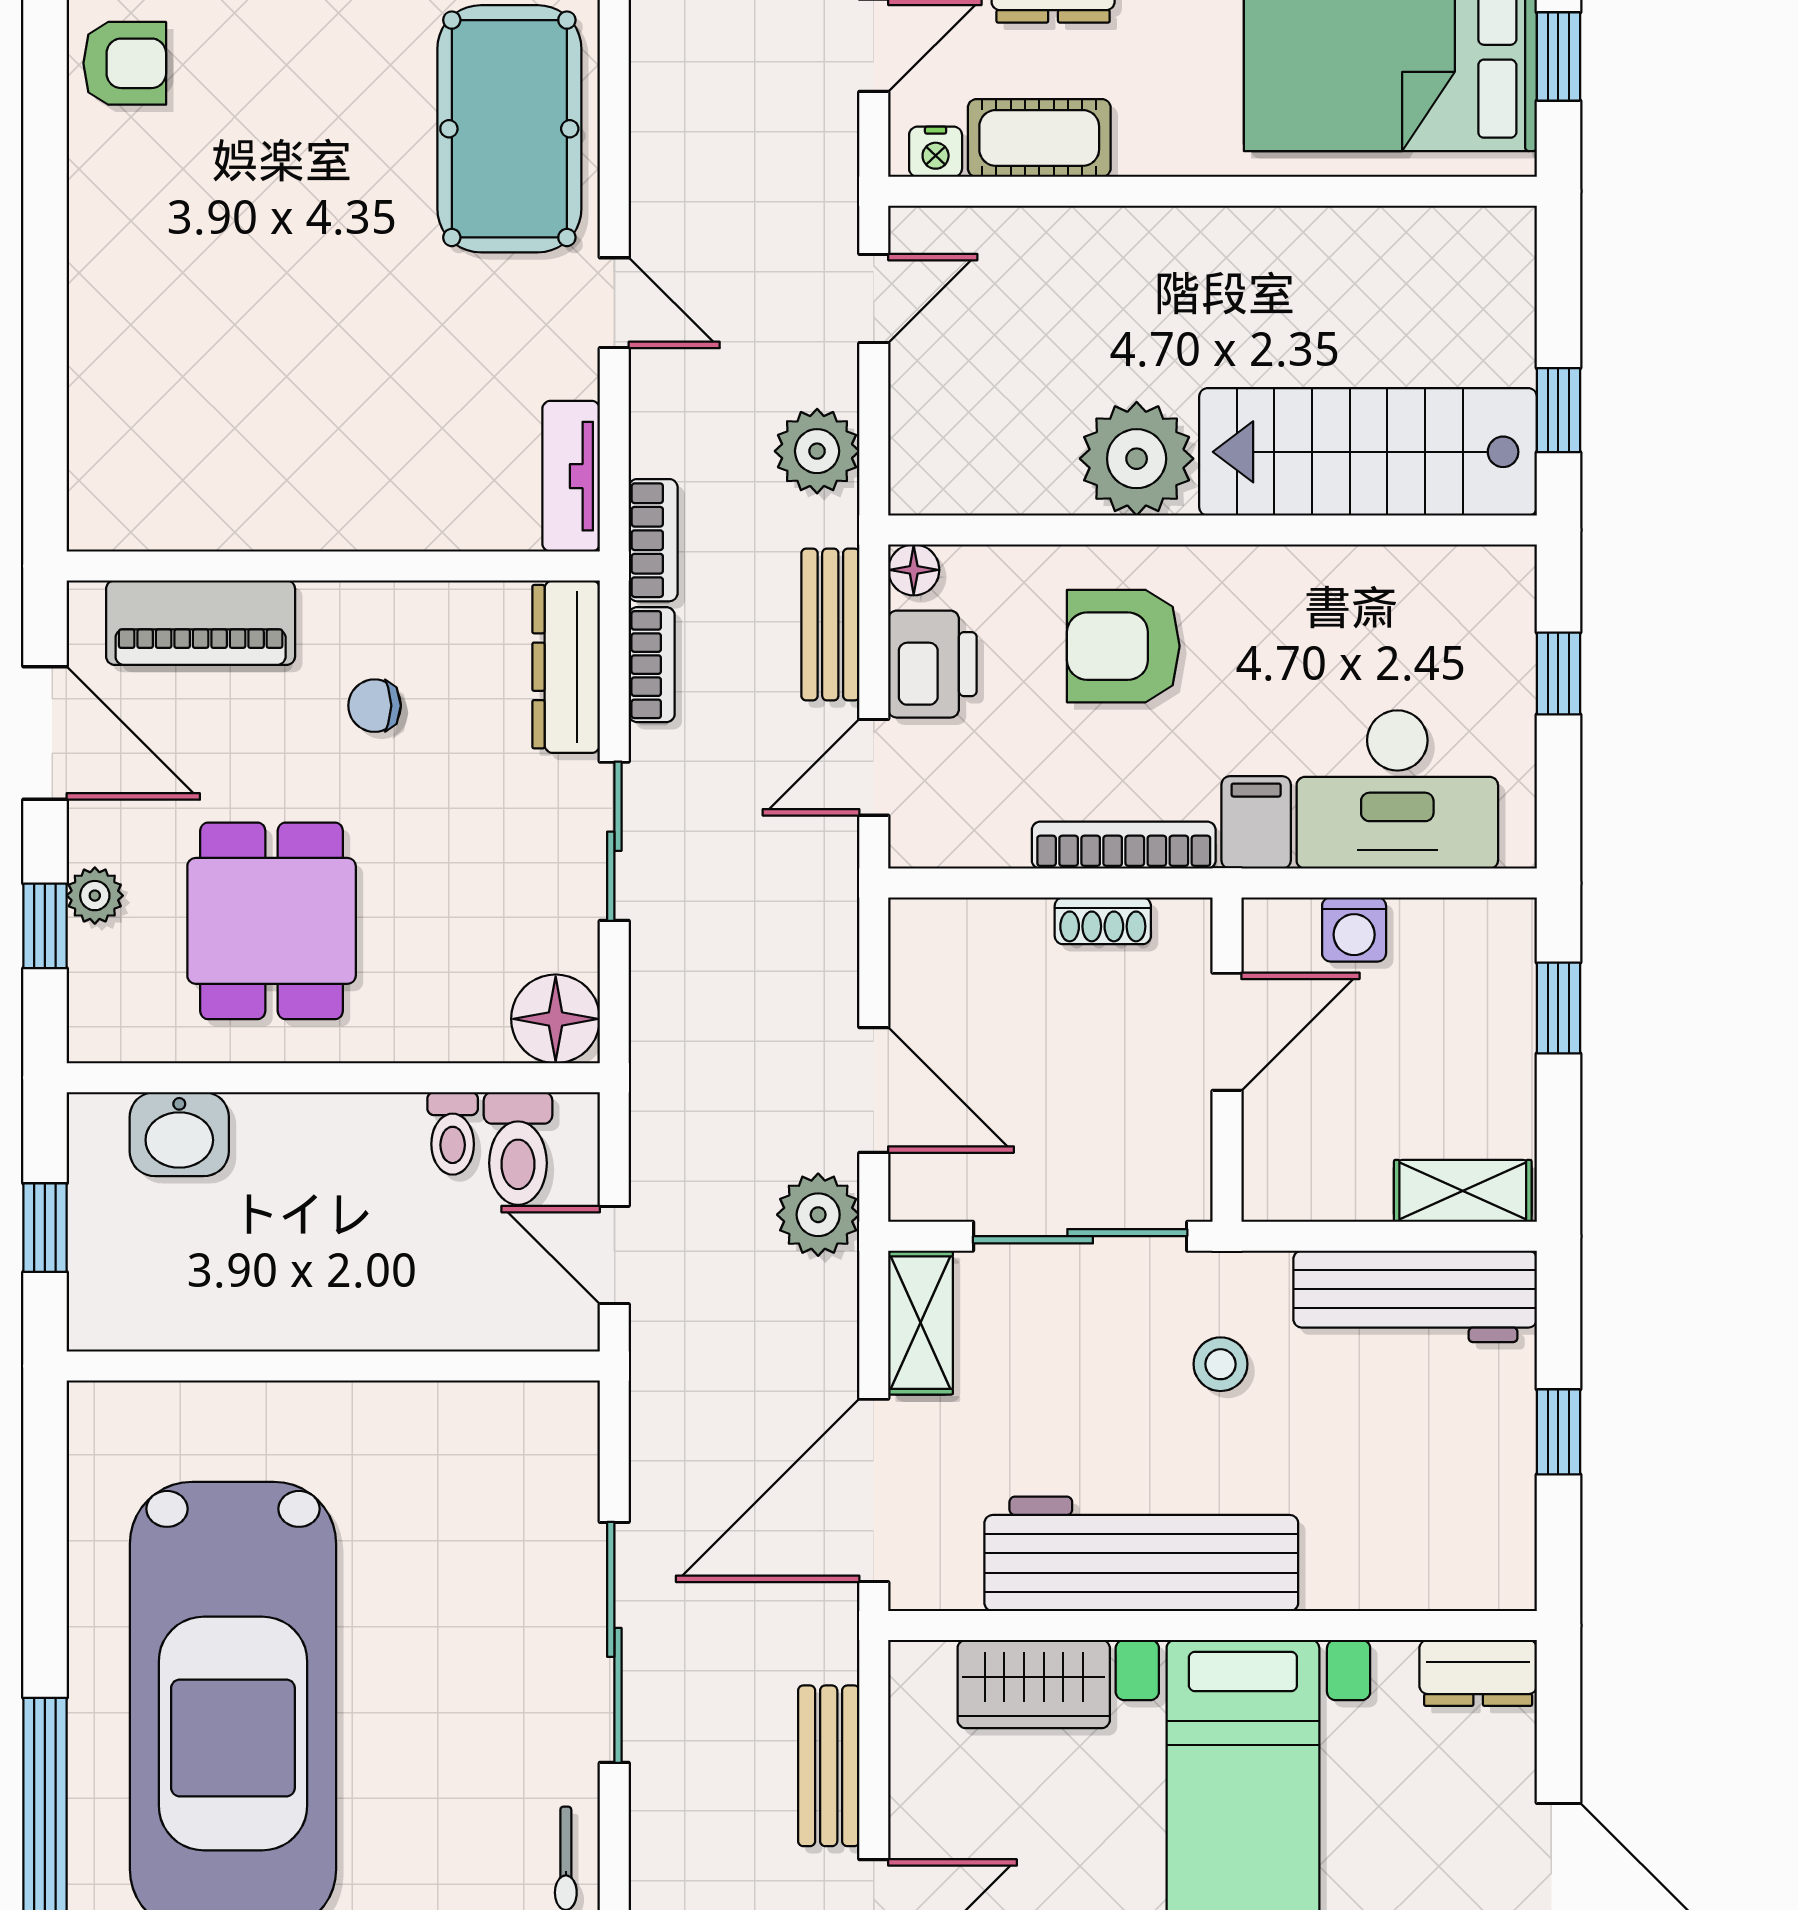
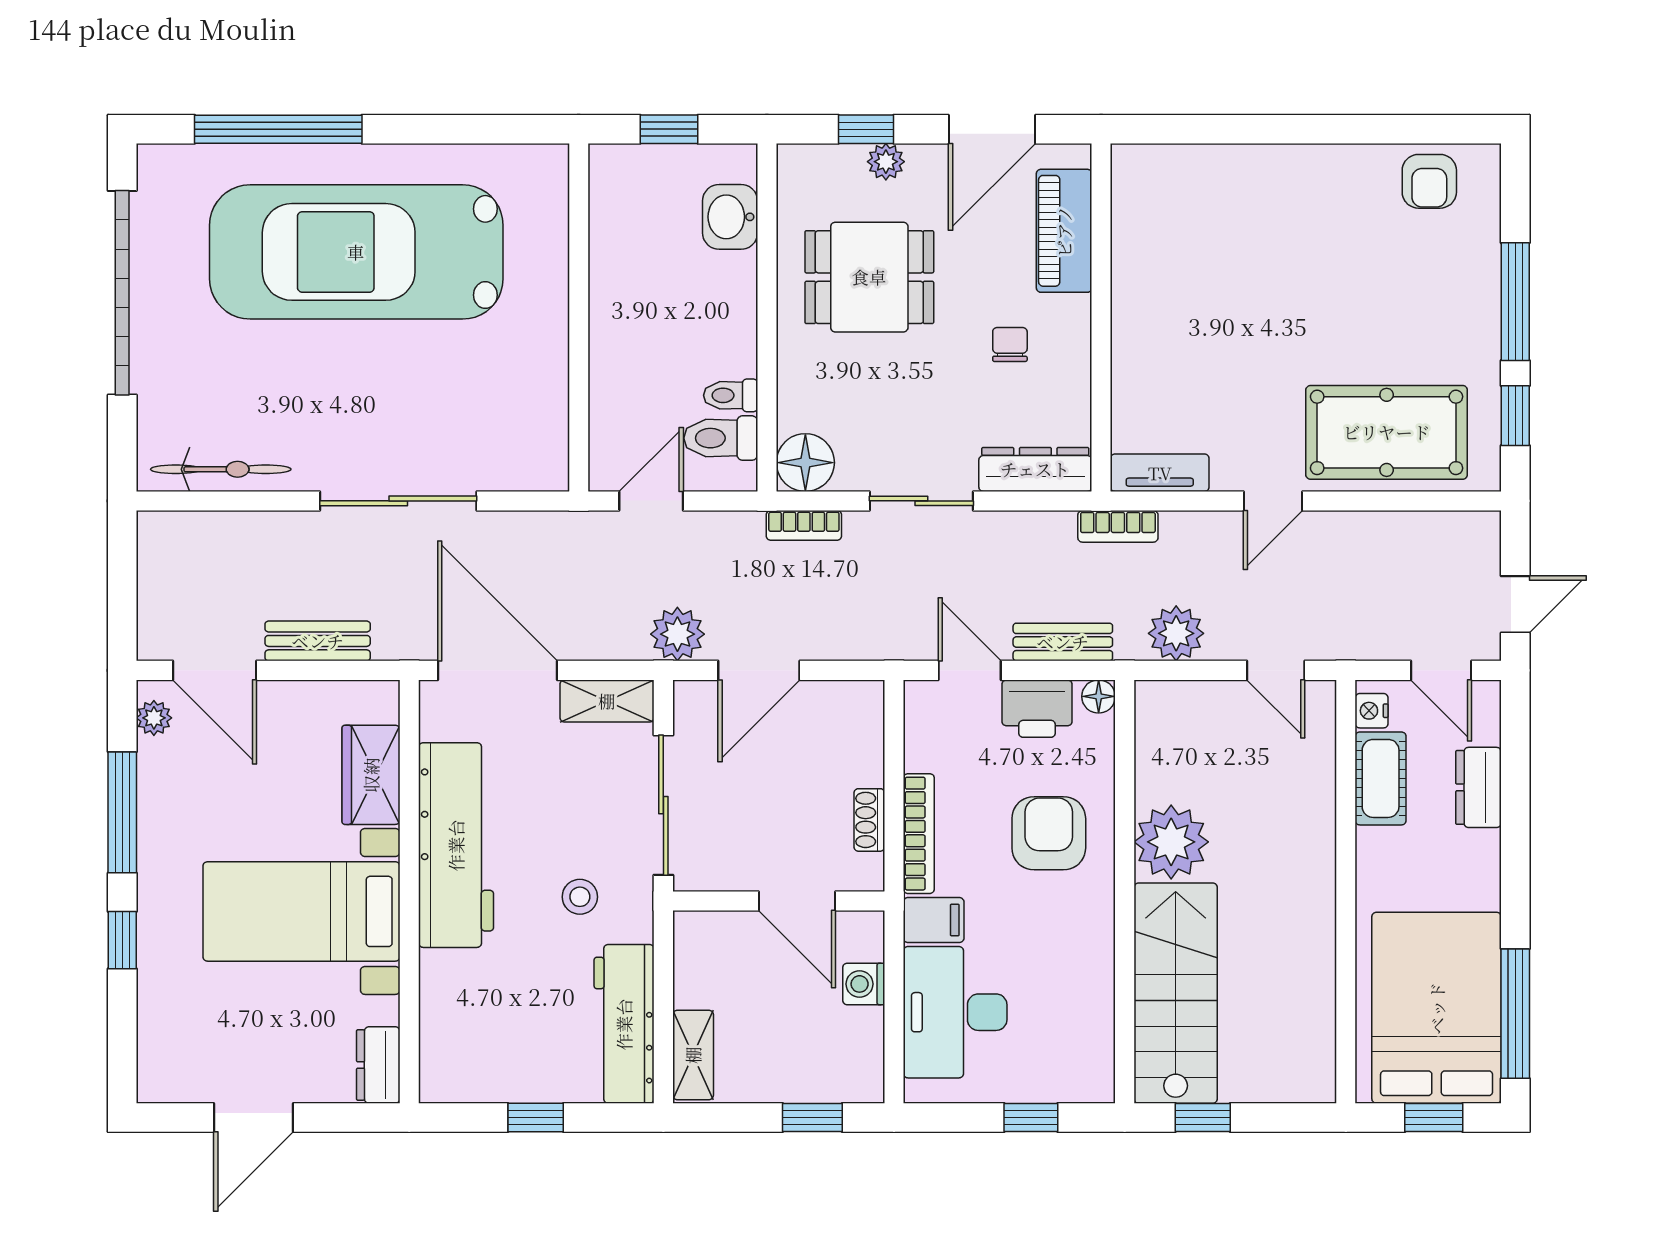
bookcase: (652, 665) -> (804, 525), moved

